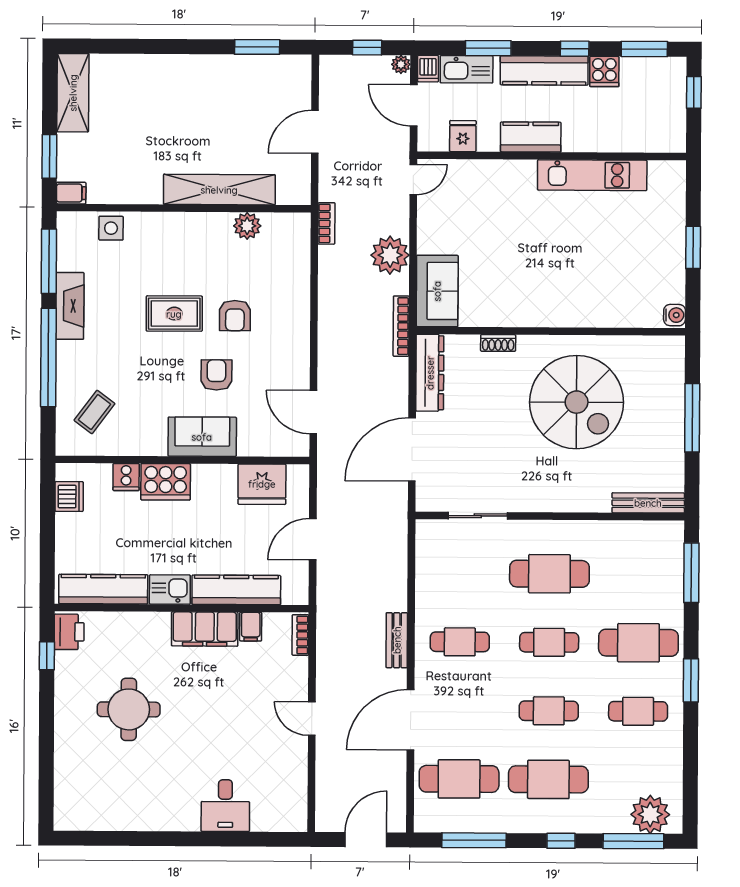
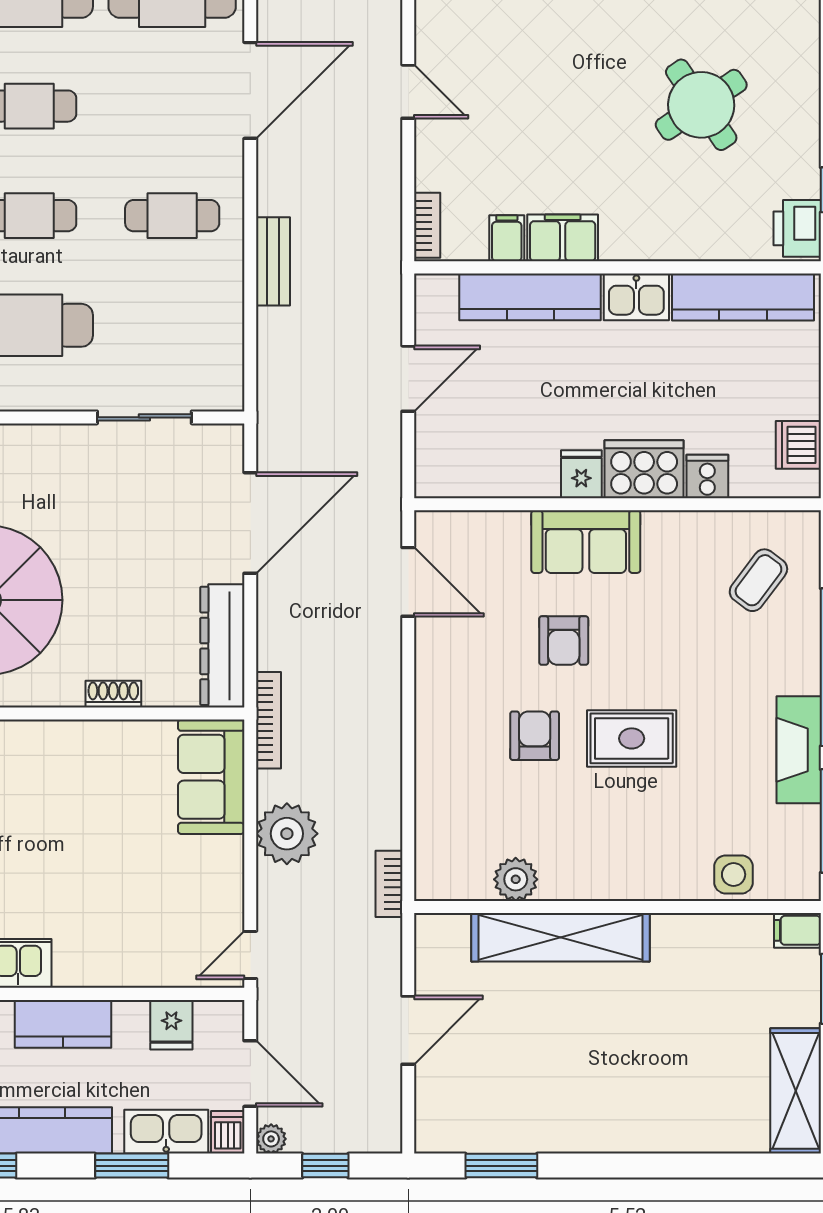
fridge: (262, 484) -> (581, 474), moved, width x0.53, depth x0.75
filing cabinet: (205, 629) -> (563, 238), width x0.67, depth x0.86
bench: (397, 640) -> (273, 261), moved
round table: (129, 709) -> (701, 105), turned -34

